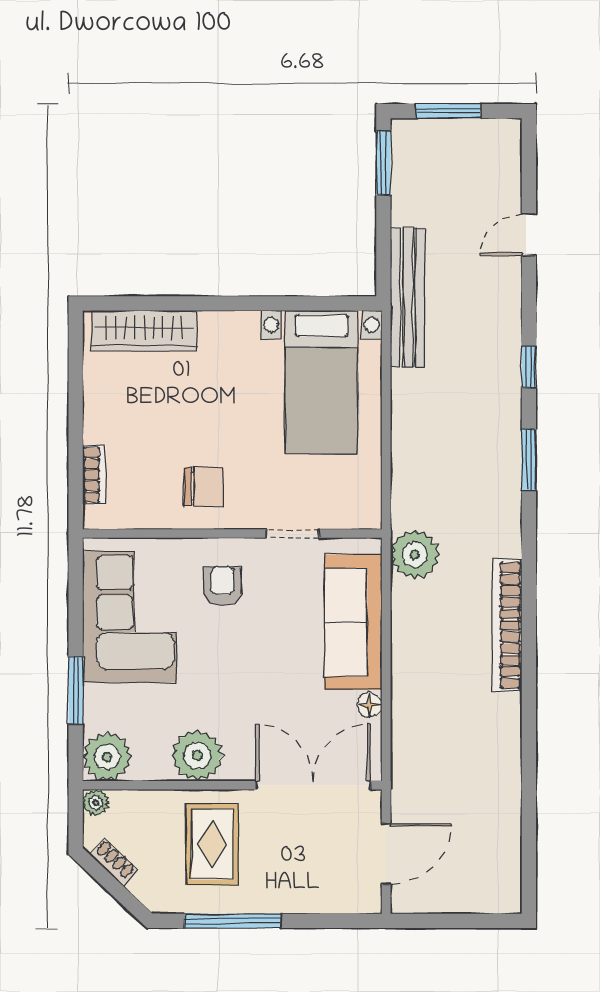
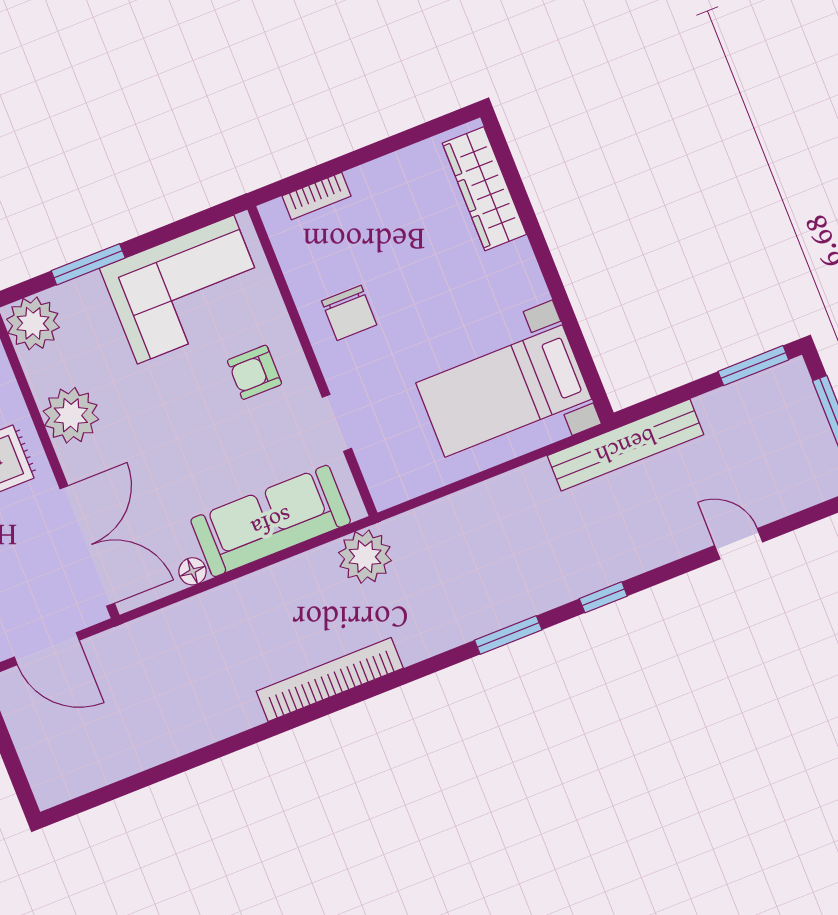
armchair: (222, 586) -> (254, 372), turned 180

